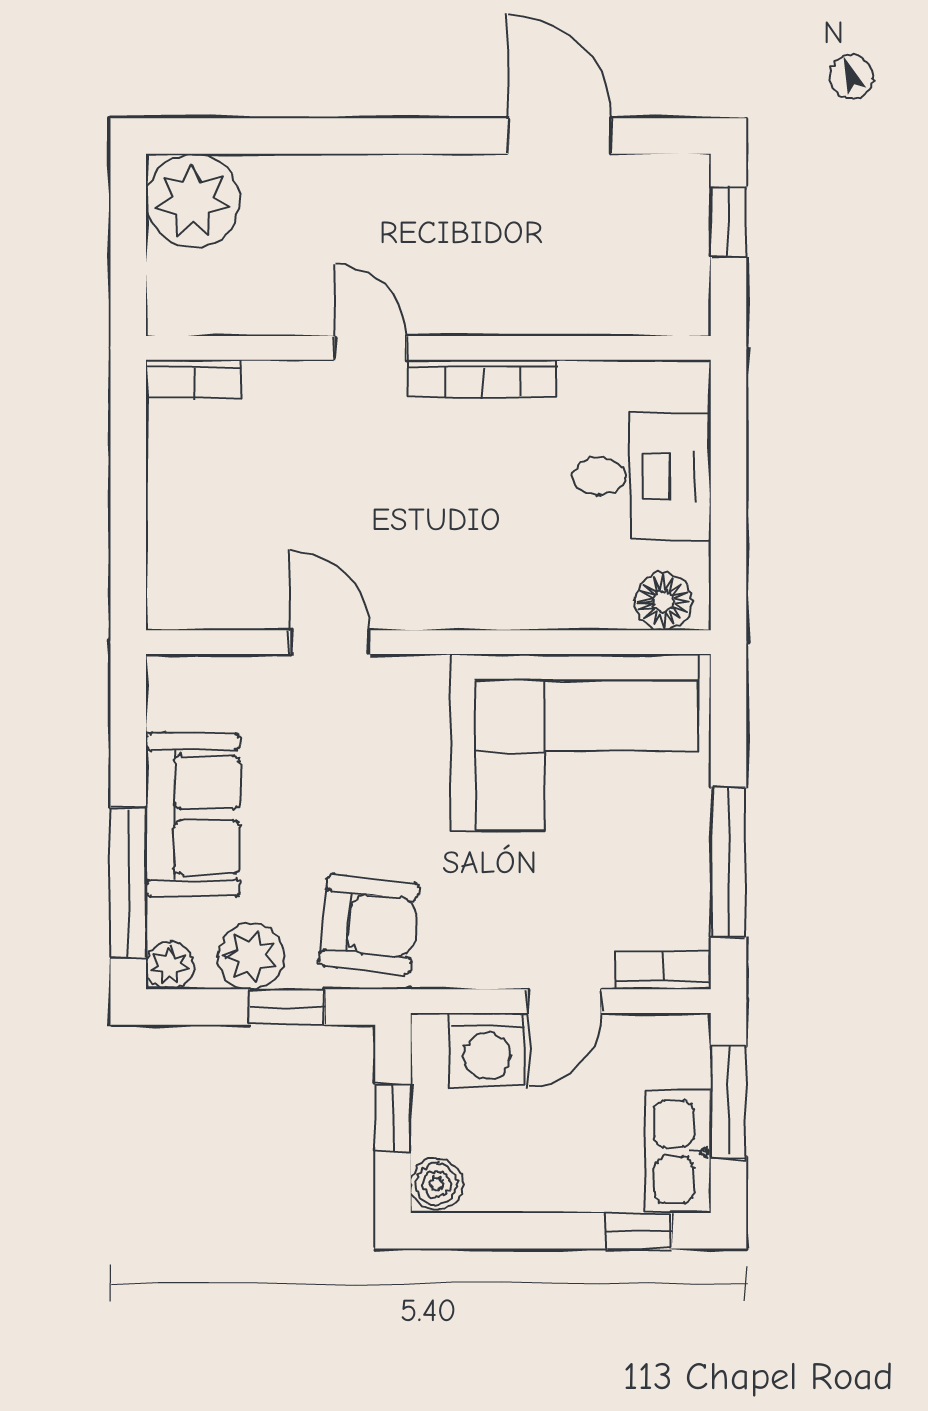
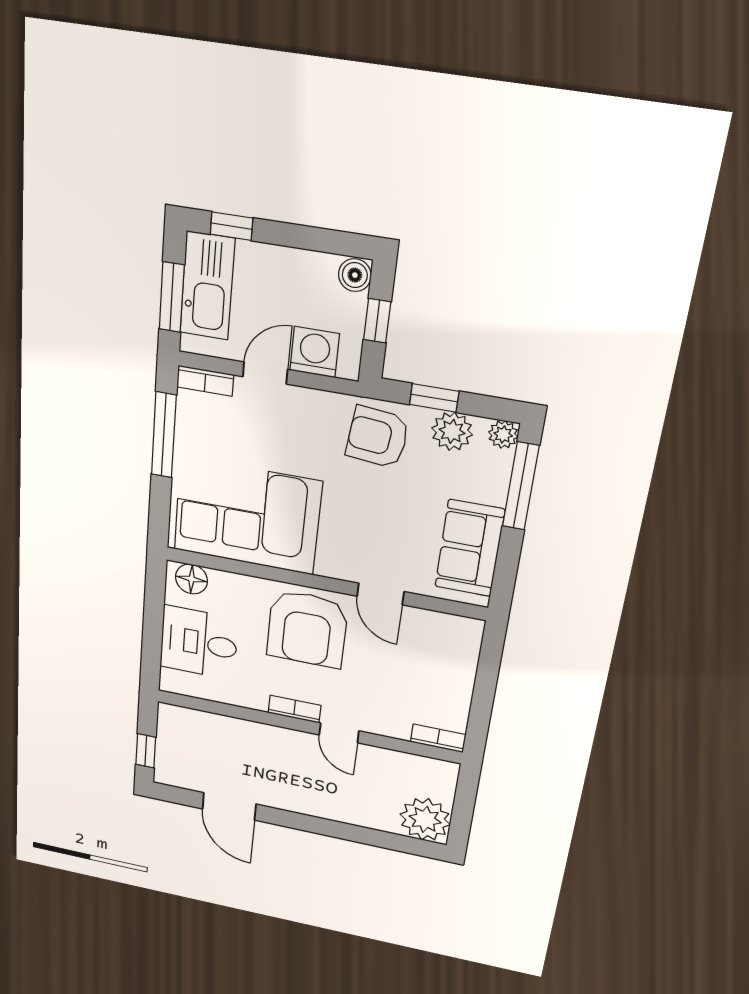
bookcase: (483, 379) -> (295, 709), width x0.64
armchair: (449, 547) -> (307, 629), added
sofa: (193, 815) -> (470, 548), moved
kitchen sink: (679, 1152) -> (207, 286), width x1.36, depth x1.24

